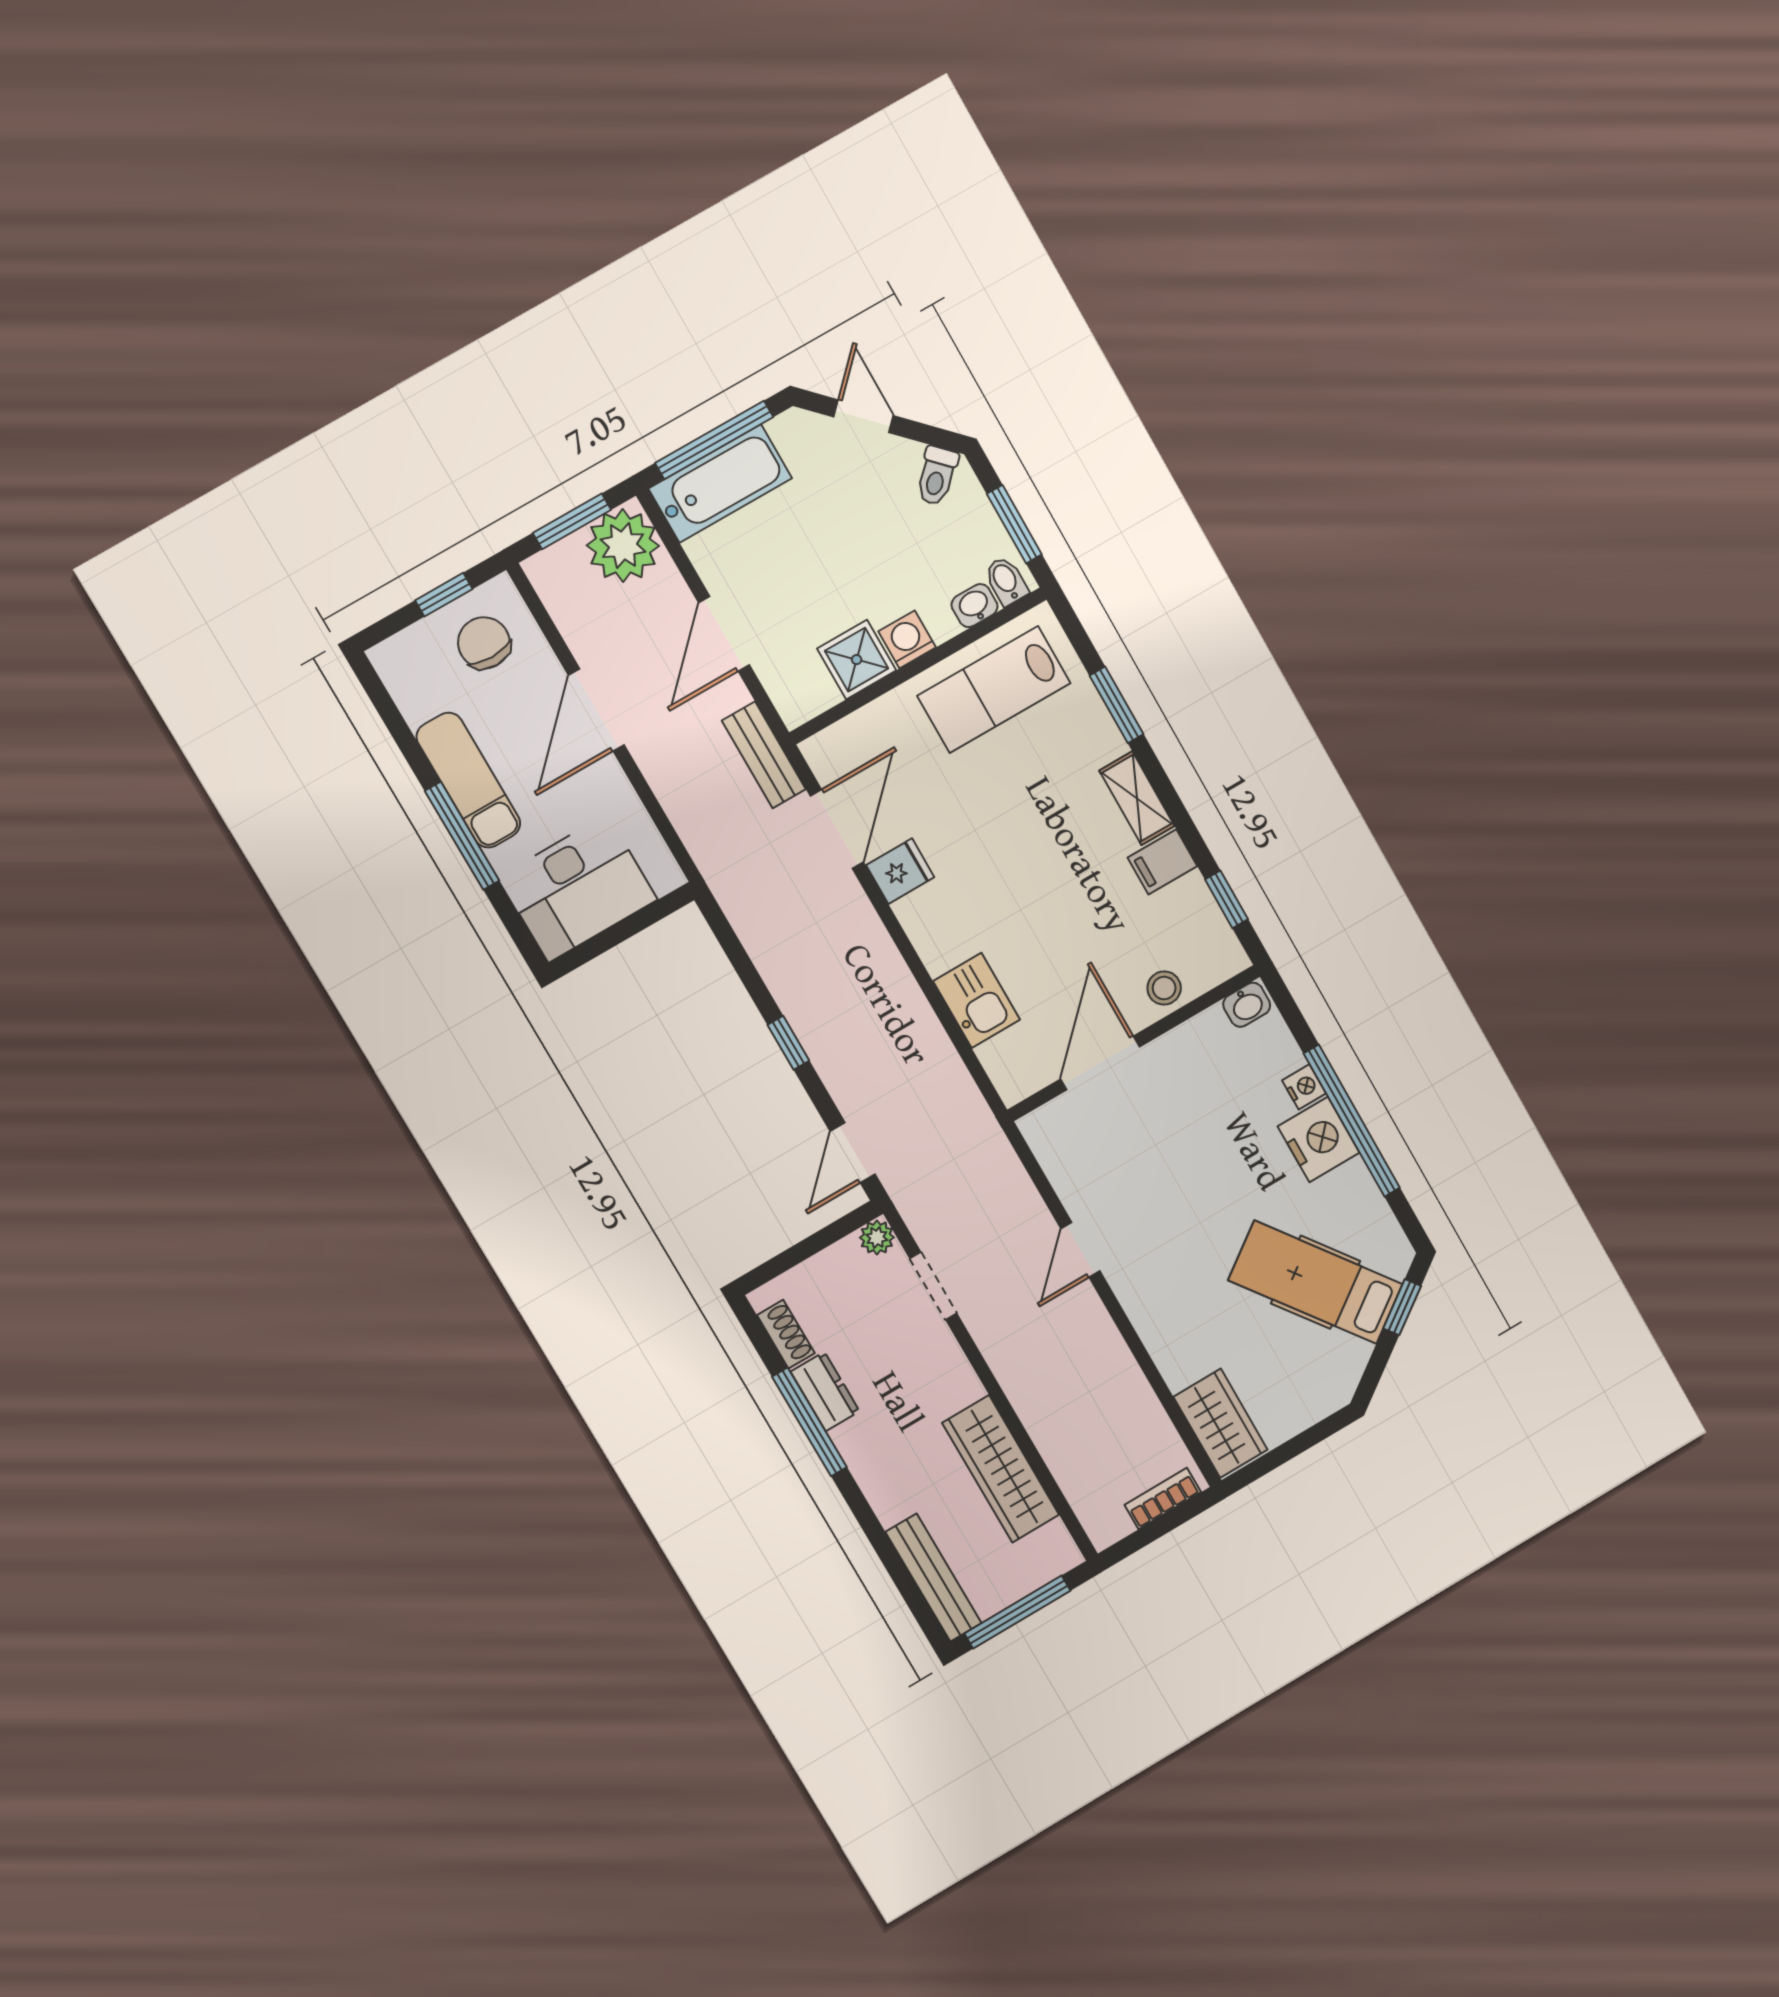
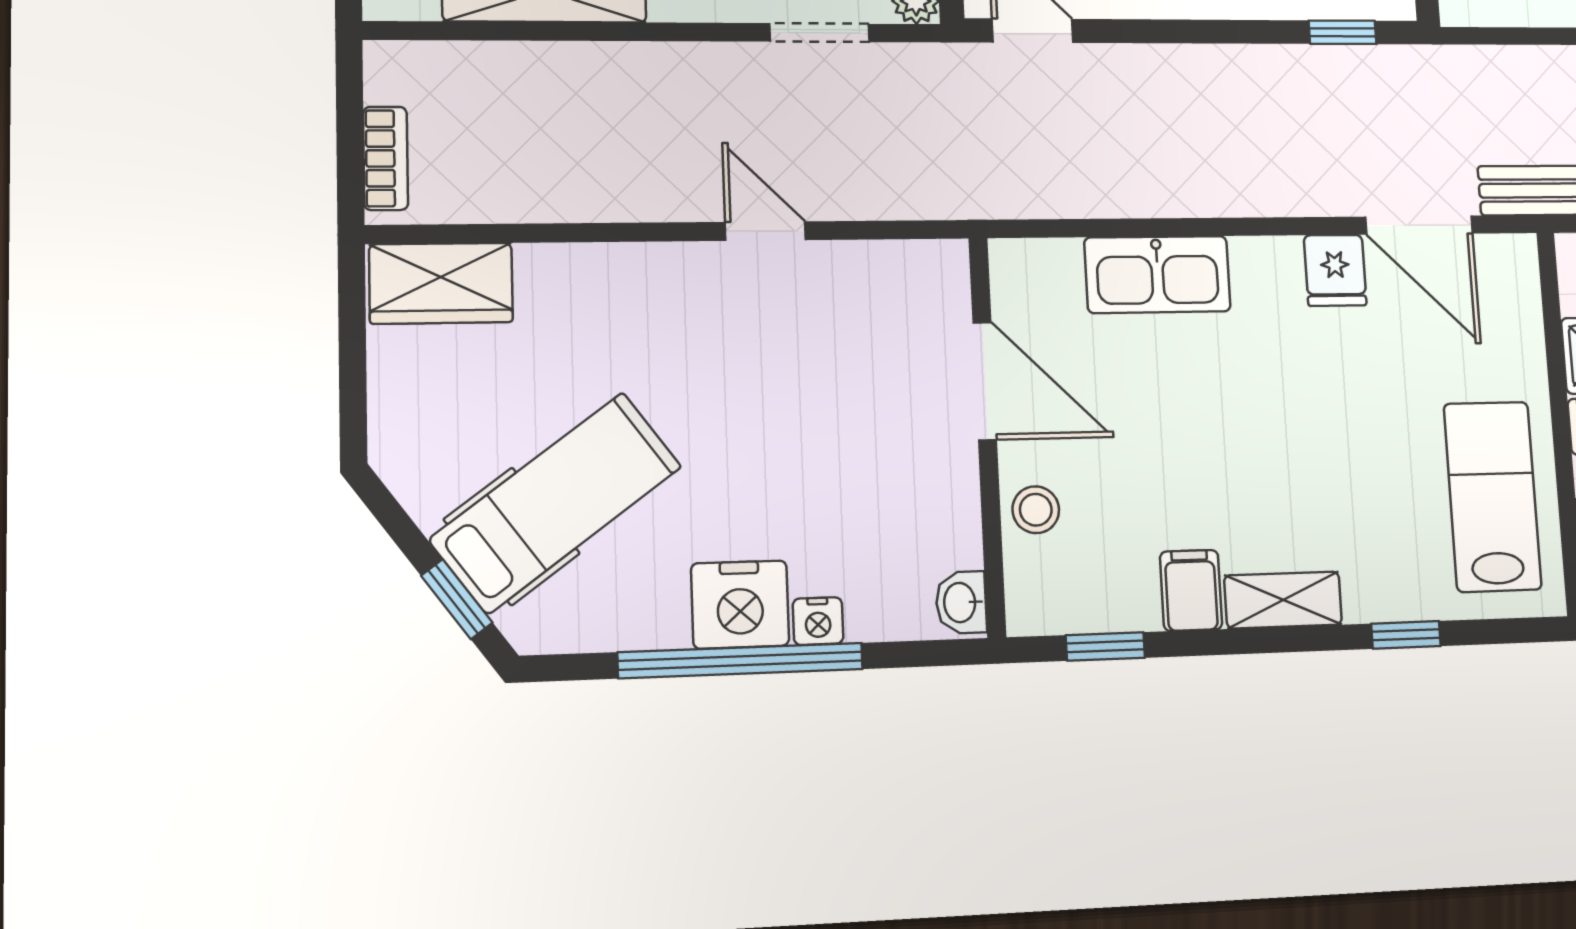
window: (1117, 705) -> (1406, 635), width x0.67
kitchen sink: (976, 1000) -> (1157, 274), width x1.38
window: (788, 1043) -> (1343, 32), moved

